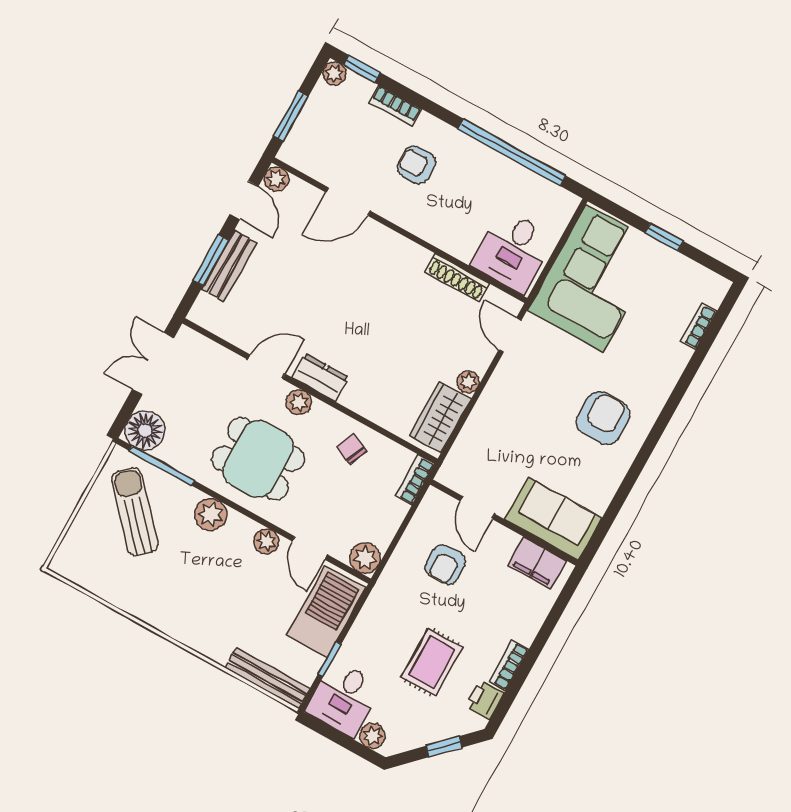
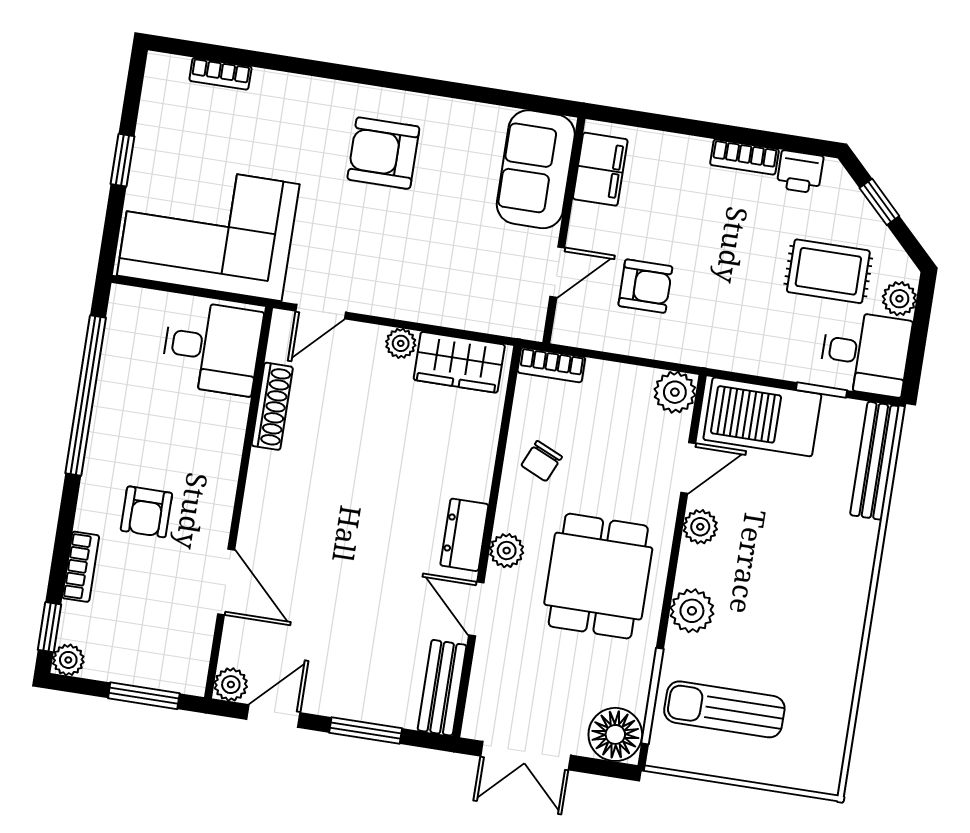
bench: (229, 266) -> (442, 688), moved, turned 90
sun lounger: (135, 512) -> (724, 709), turned 42
rug: (432, 662) -> (828, 271), moved

